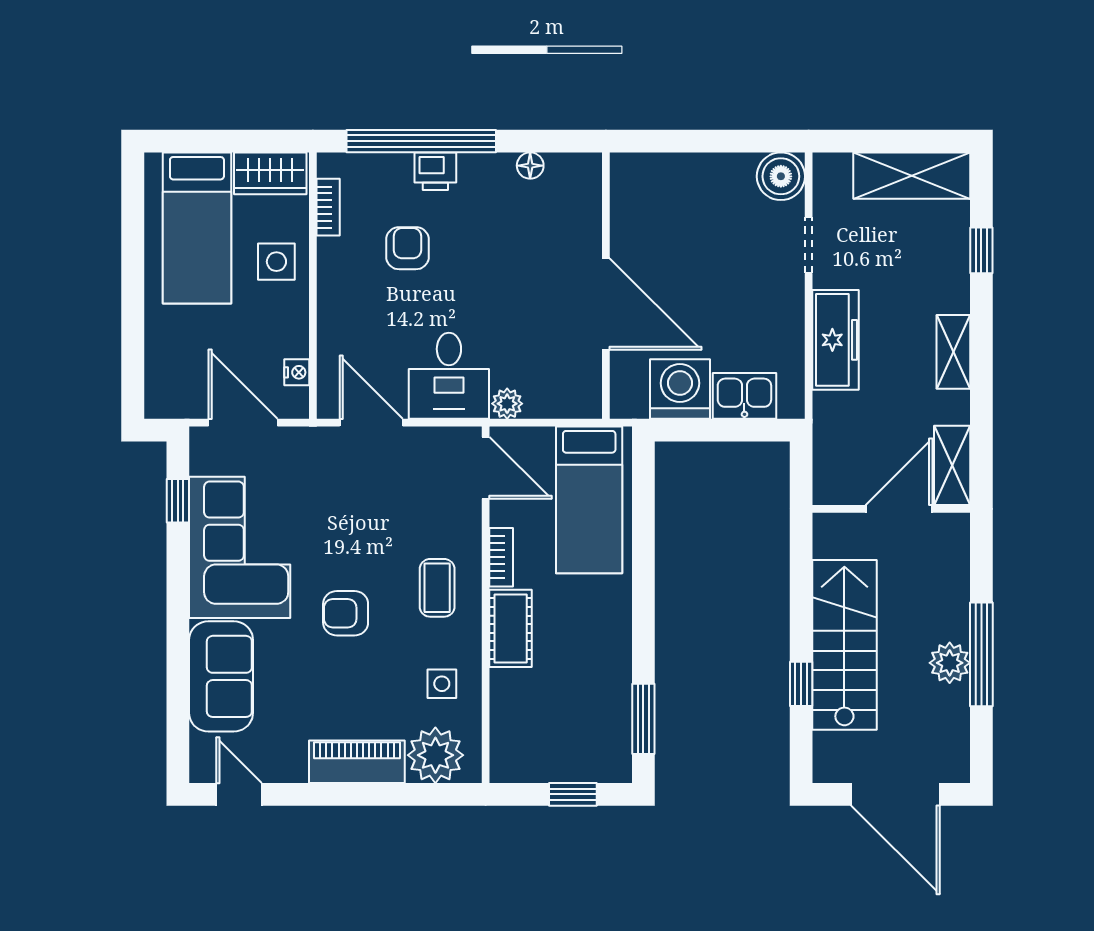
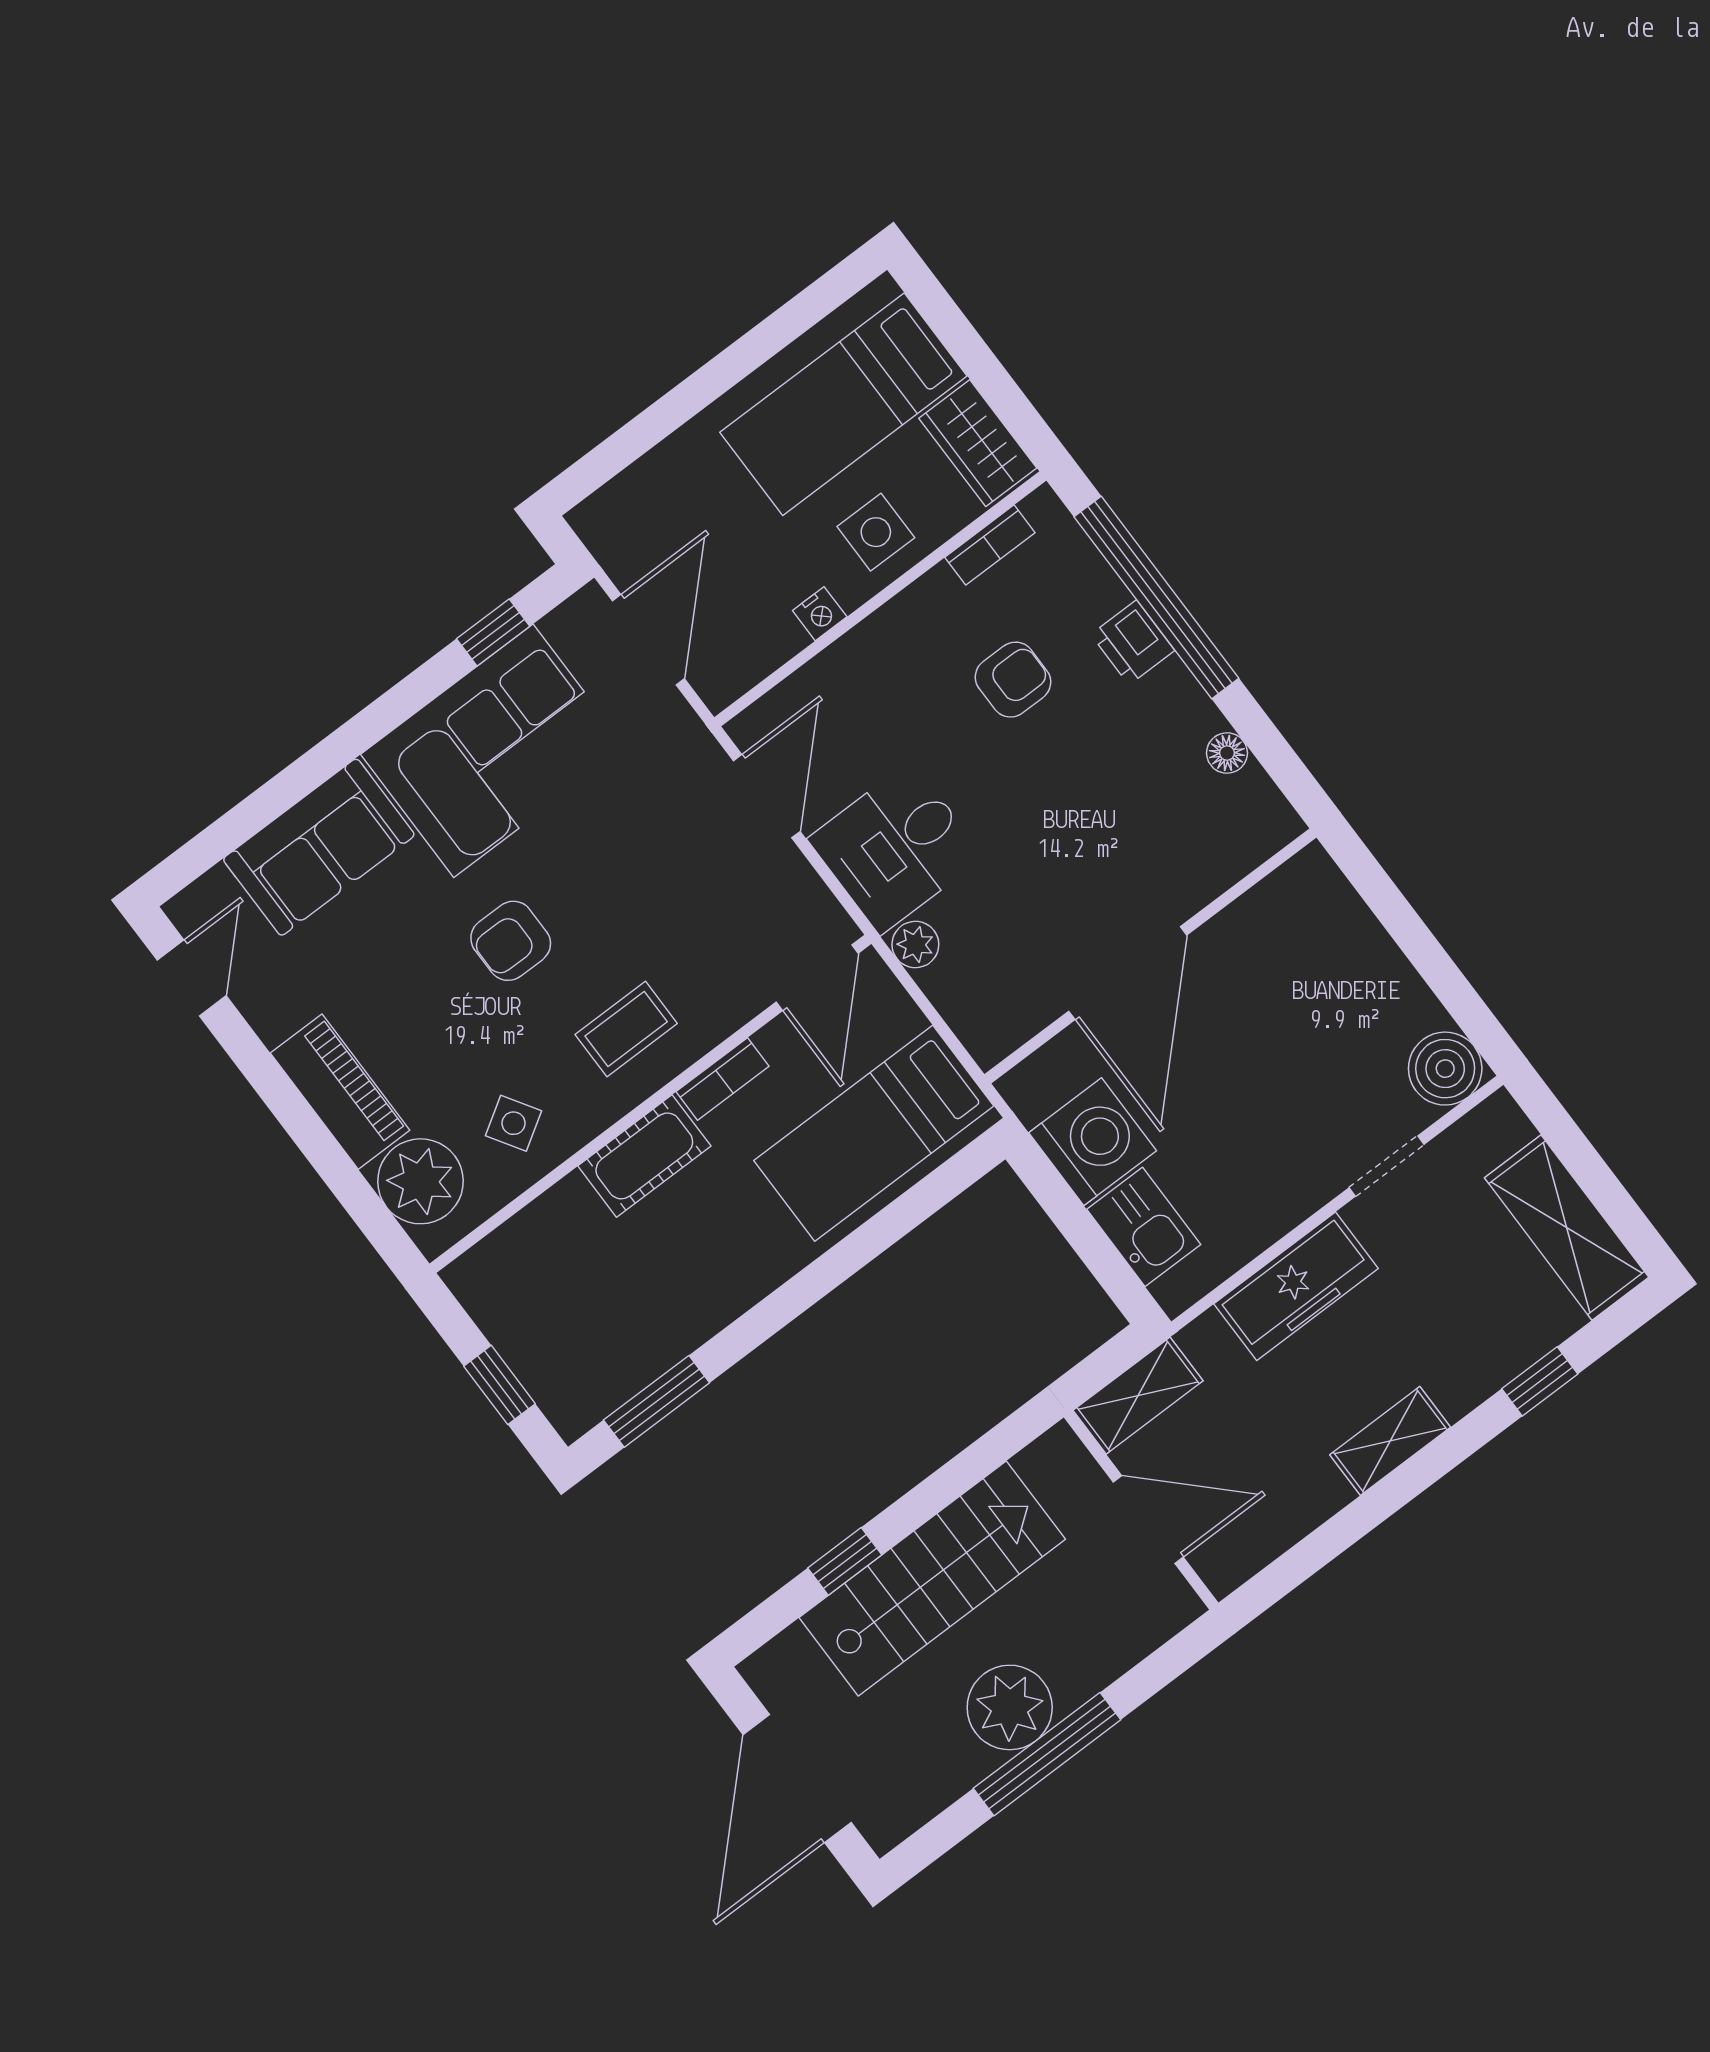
nightstand: (297, 372) -> (820, 614), moved
shelving: (952, 465) -> (1138, 1396), moved
armchair: (346, 613) -> (511, 941), turned -90
plant: (950, 663) -> (1010, 1707), width x1.36, depth x1.36
side table: (442, 684) -> (513, 1123), turned -32

